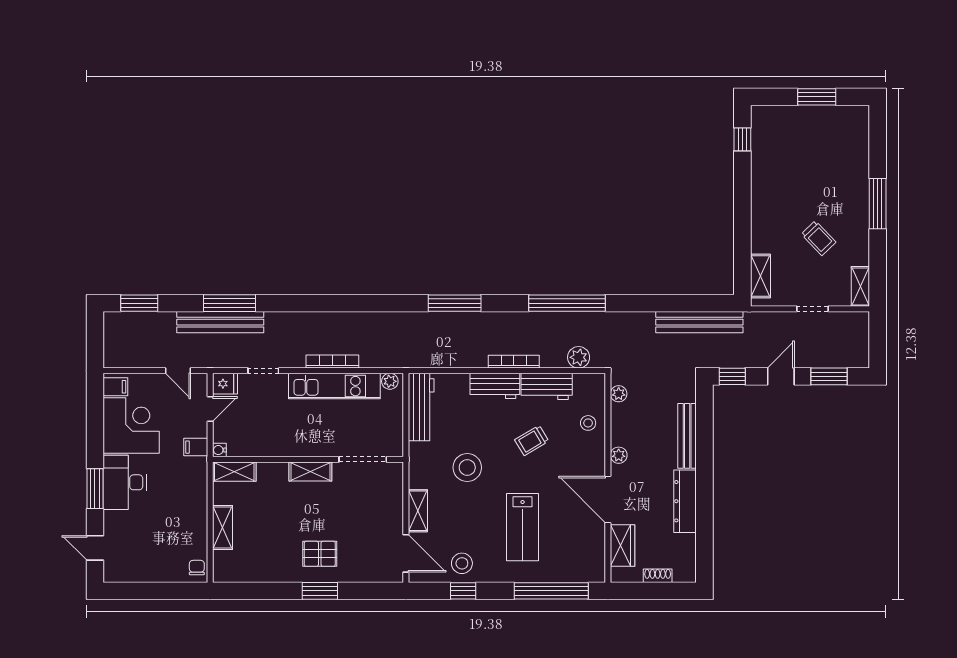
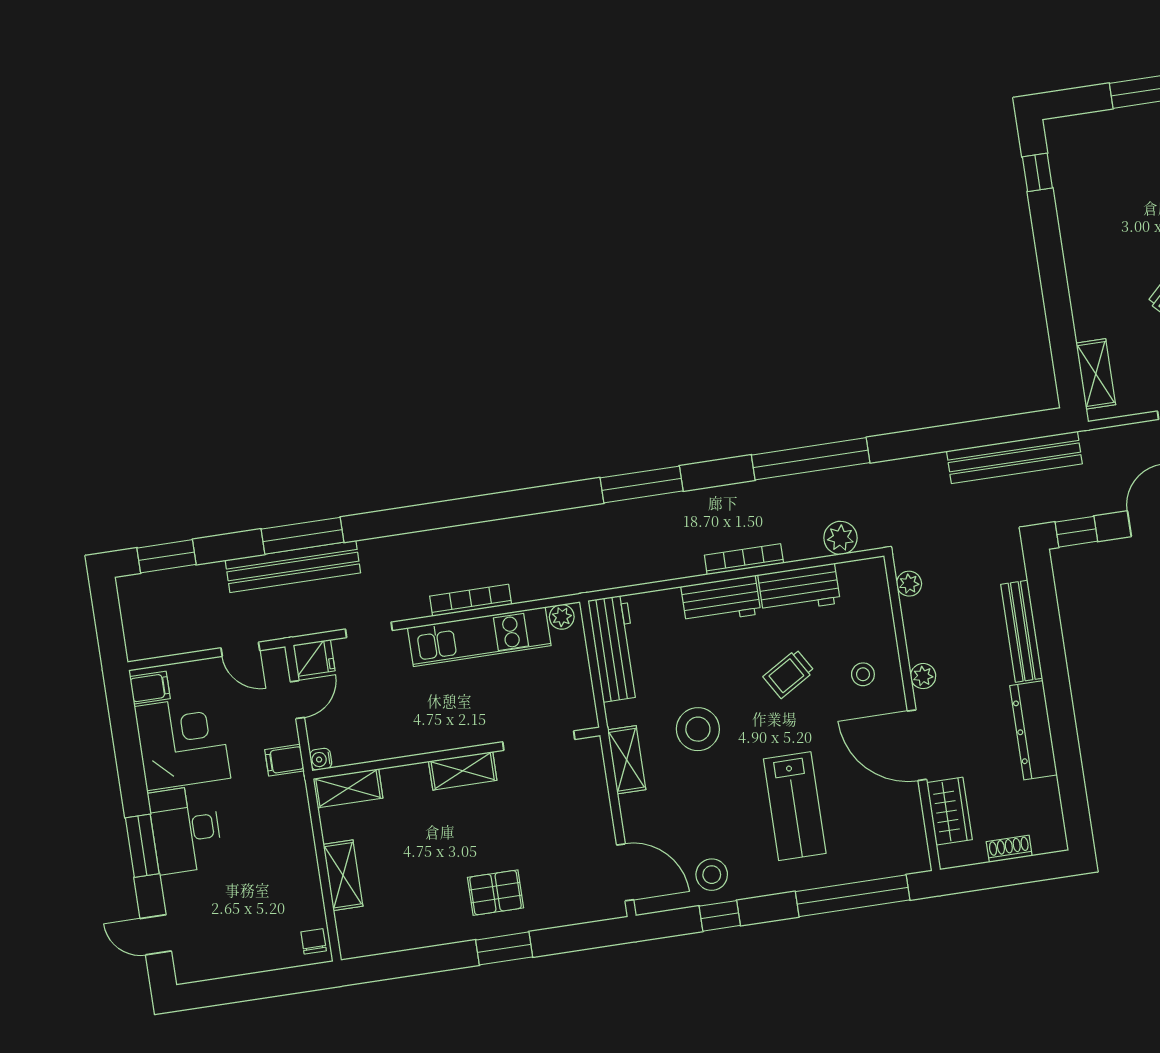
stool: (588, 423) -> (863, 674), moved
shelving: (418, 511) -> (627, 760), moved

